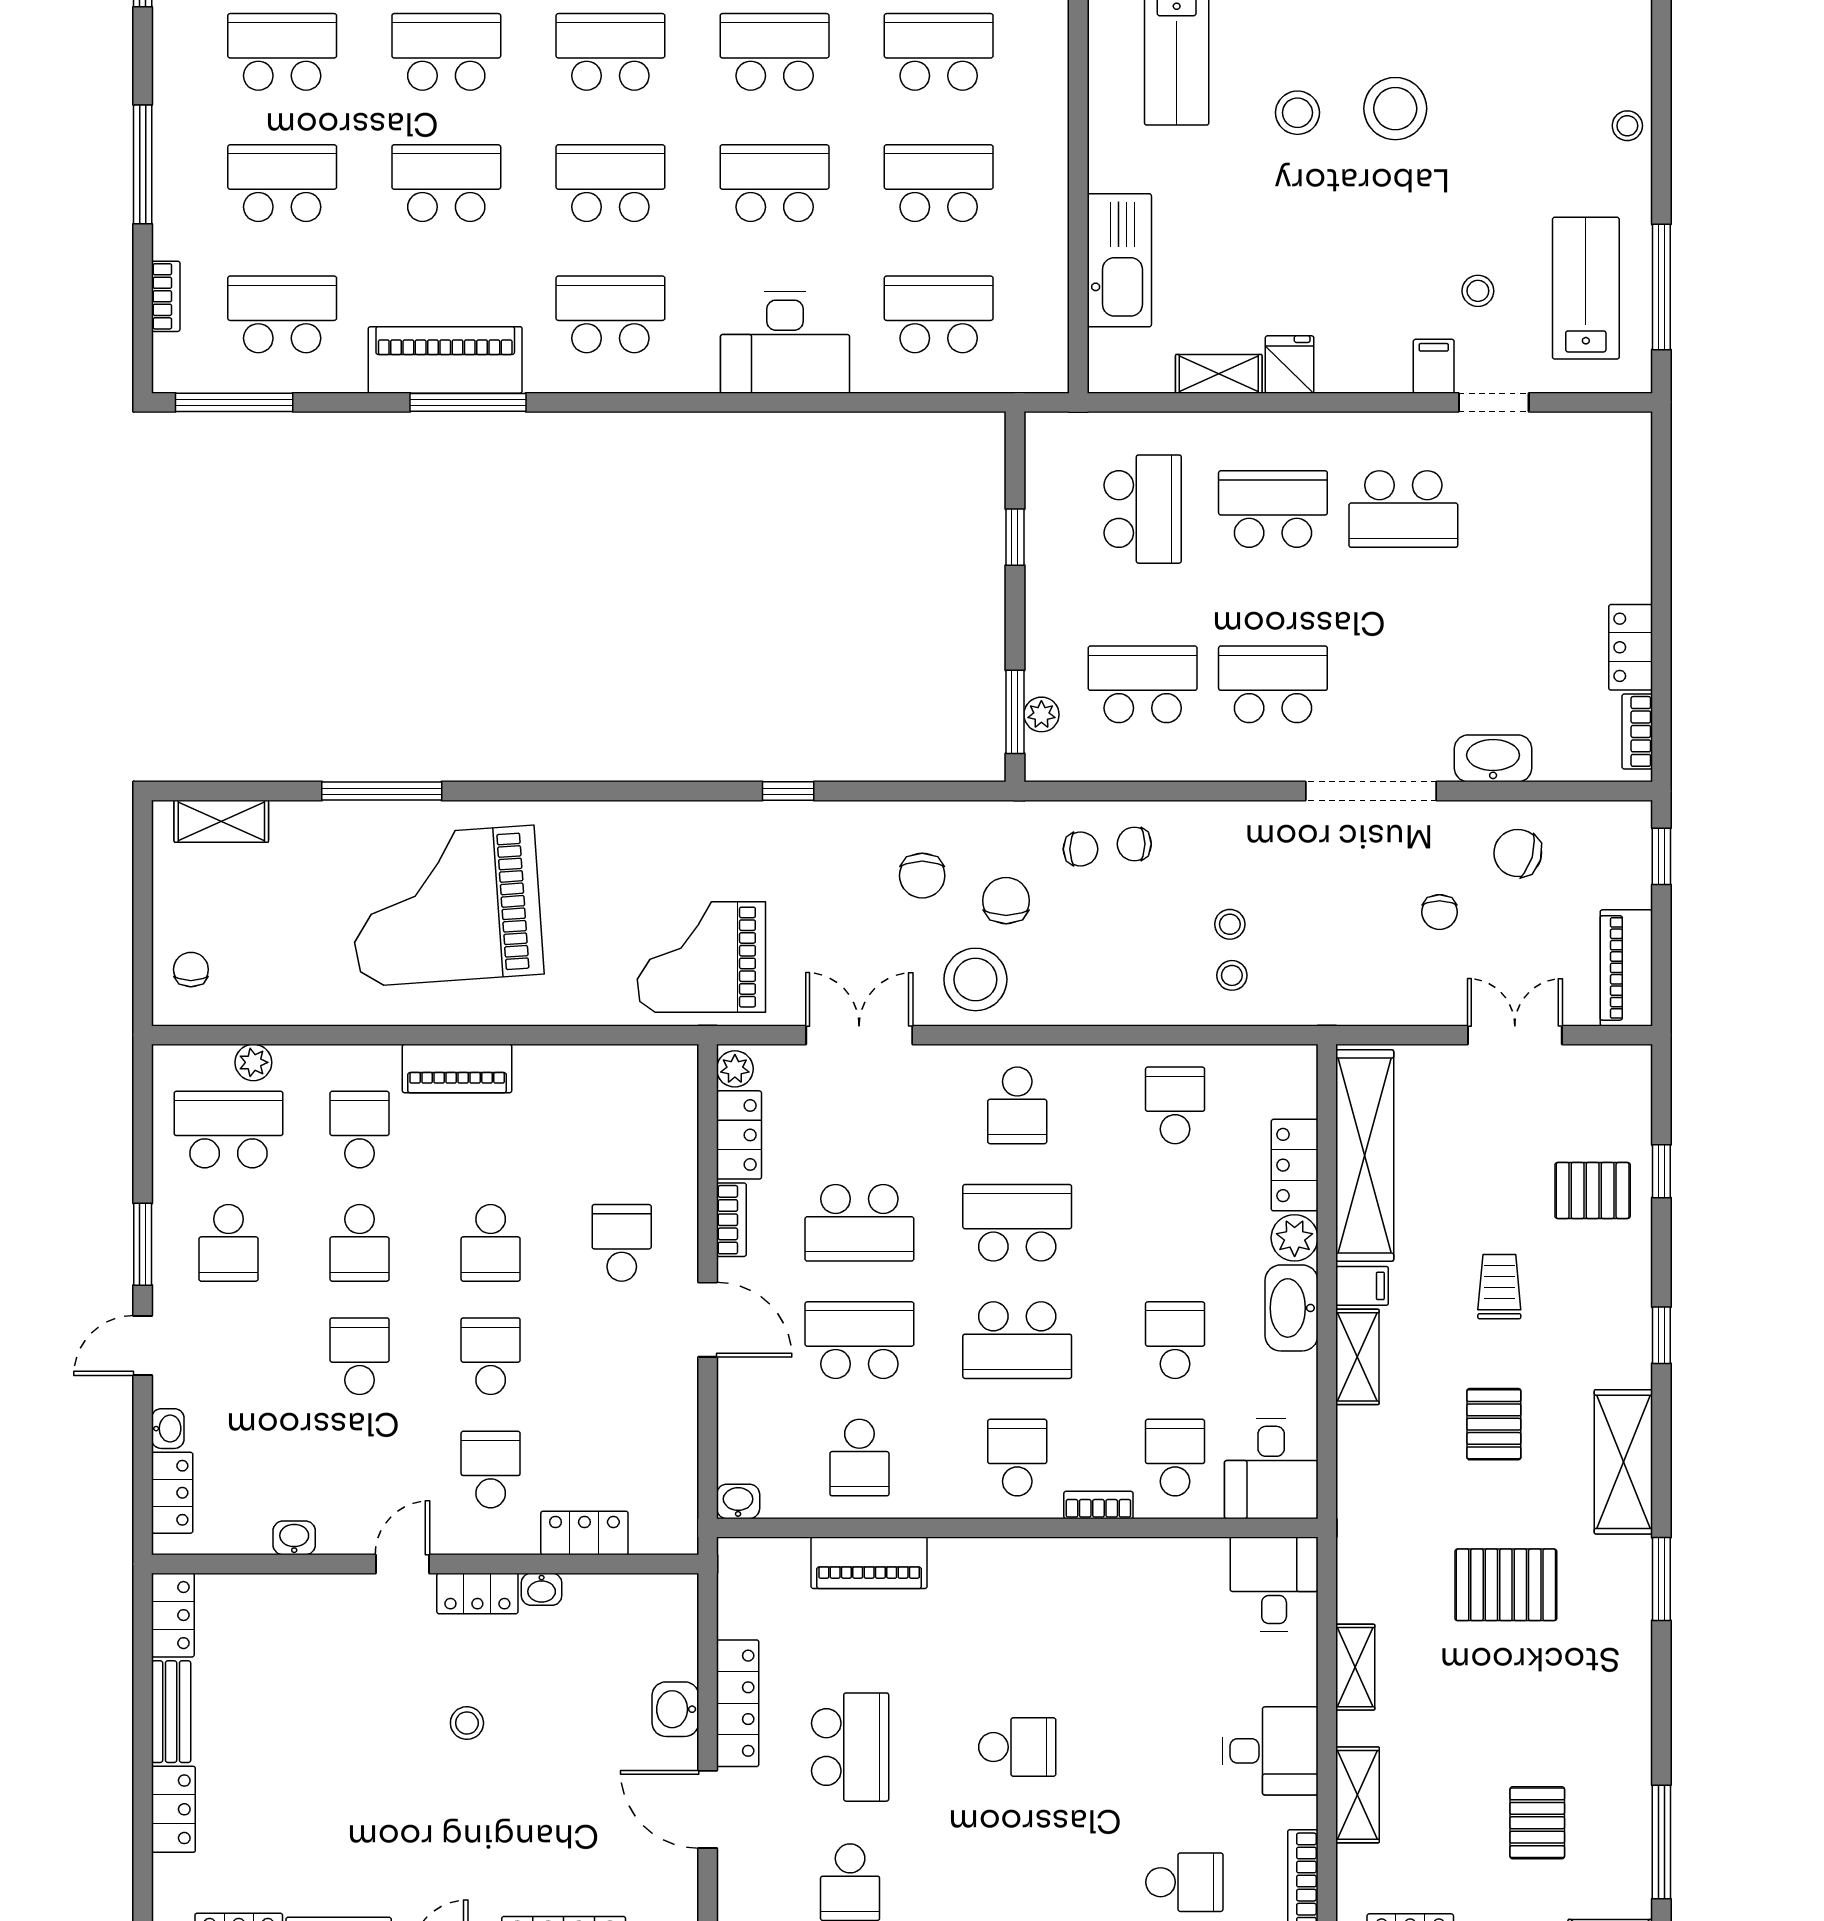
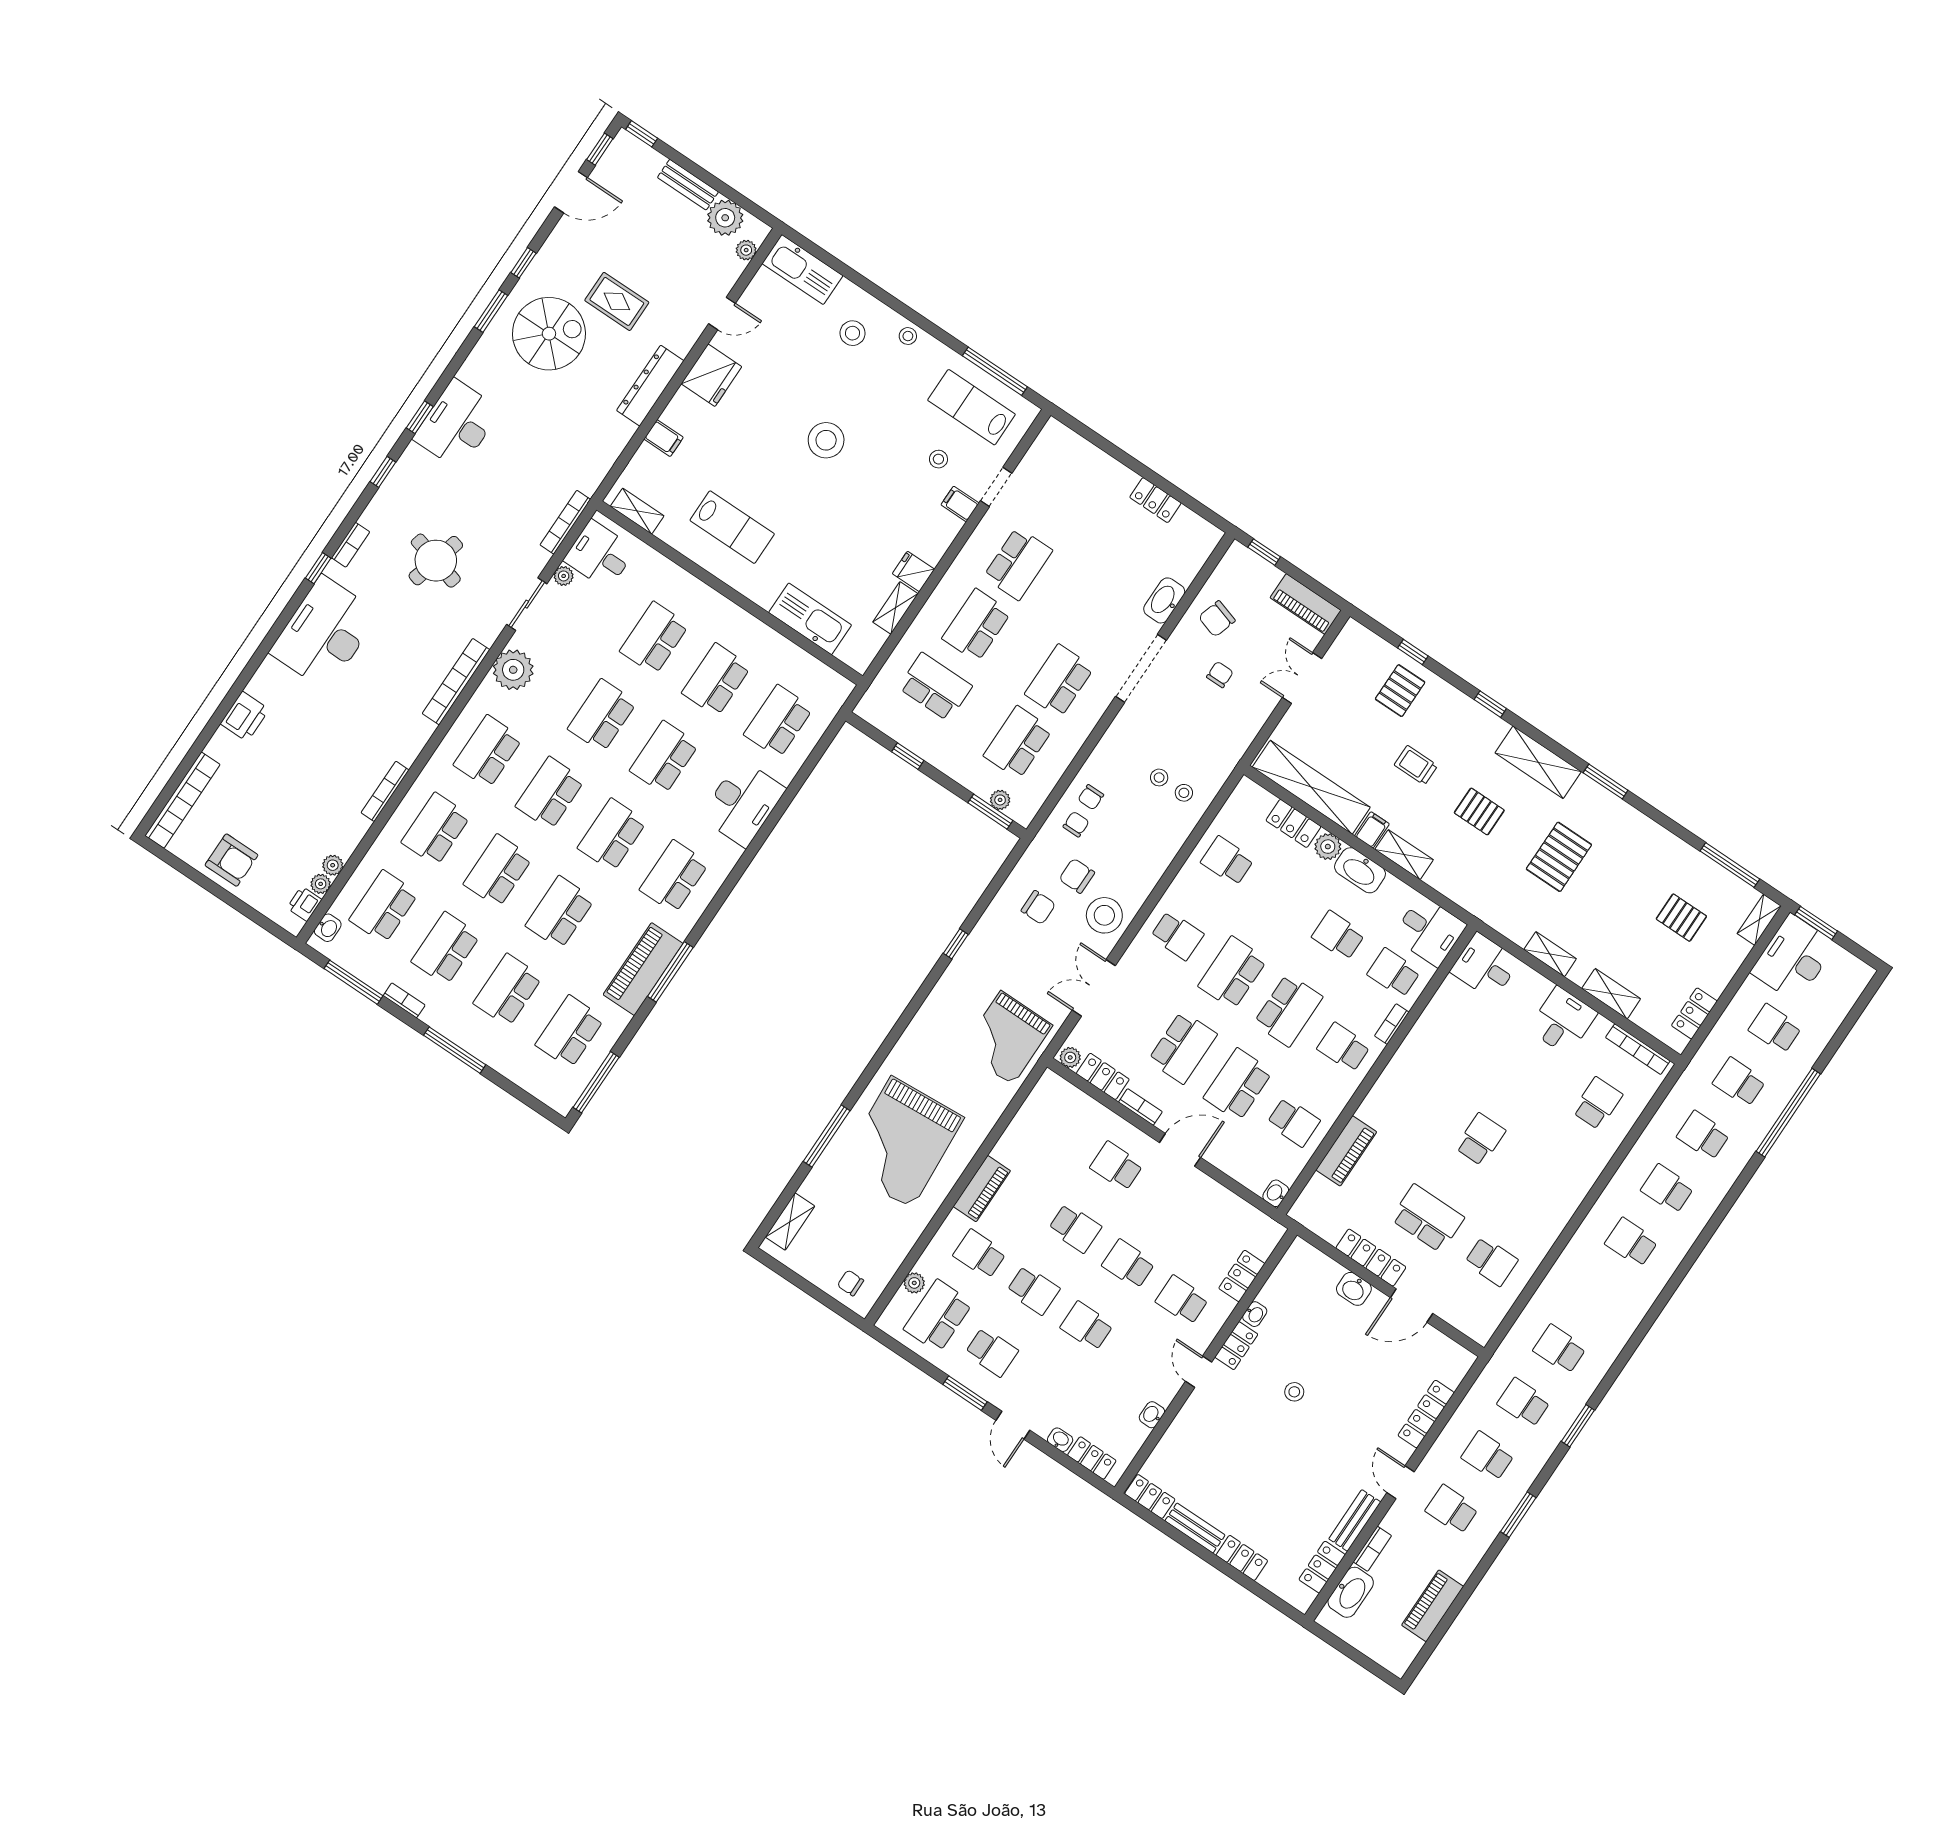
stool: (1297, 113) -> (853, 333), moved
bookcase: (166, 296) -> (404, 1000), moved
bookcase: (1637, 731) -> (1197, 524), removed
chair: (1439, 912) -> (1220, 675), turned -90

